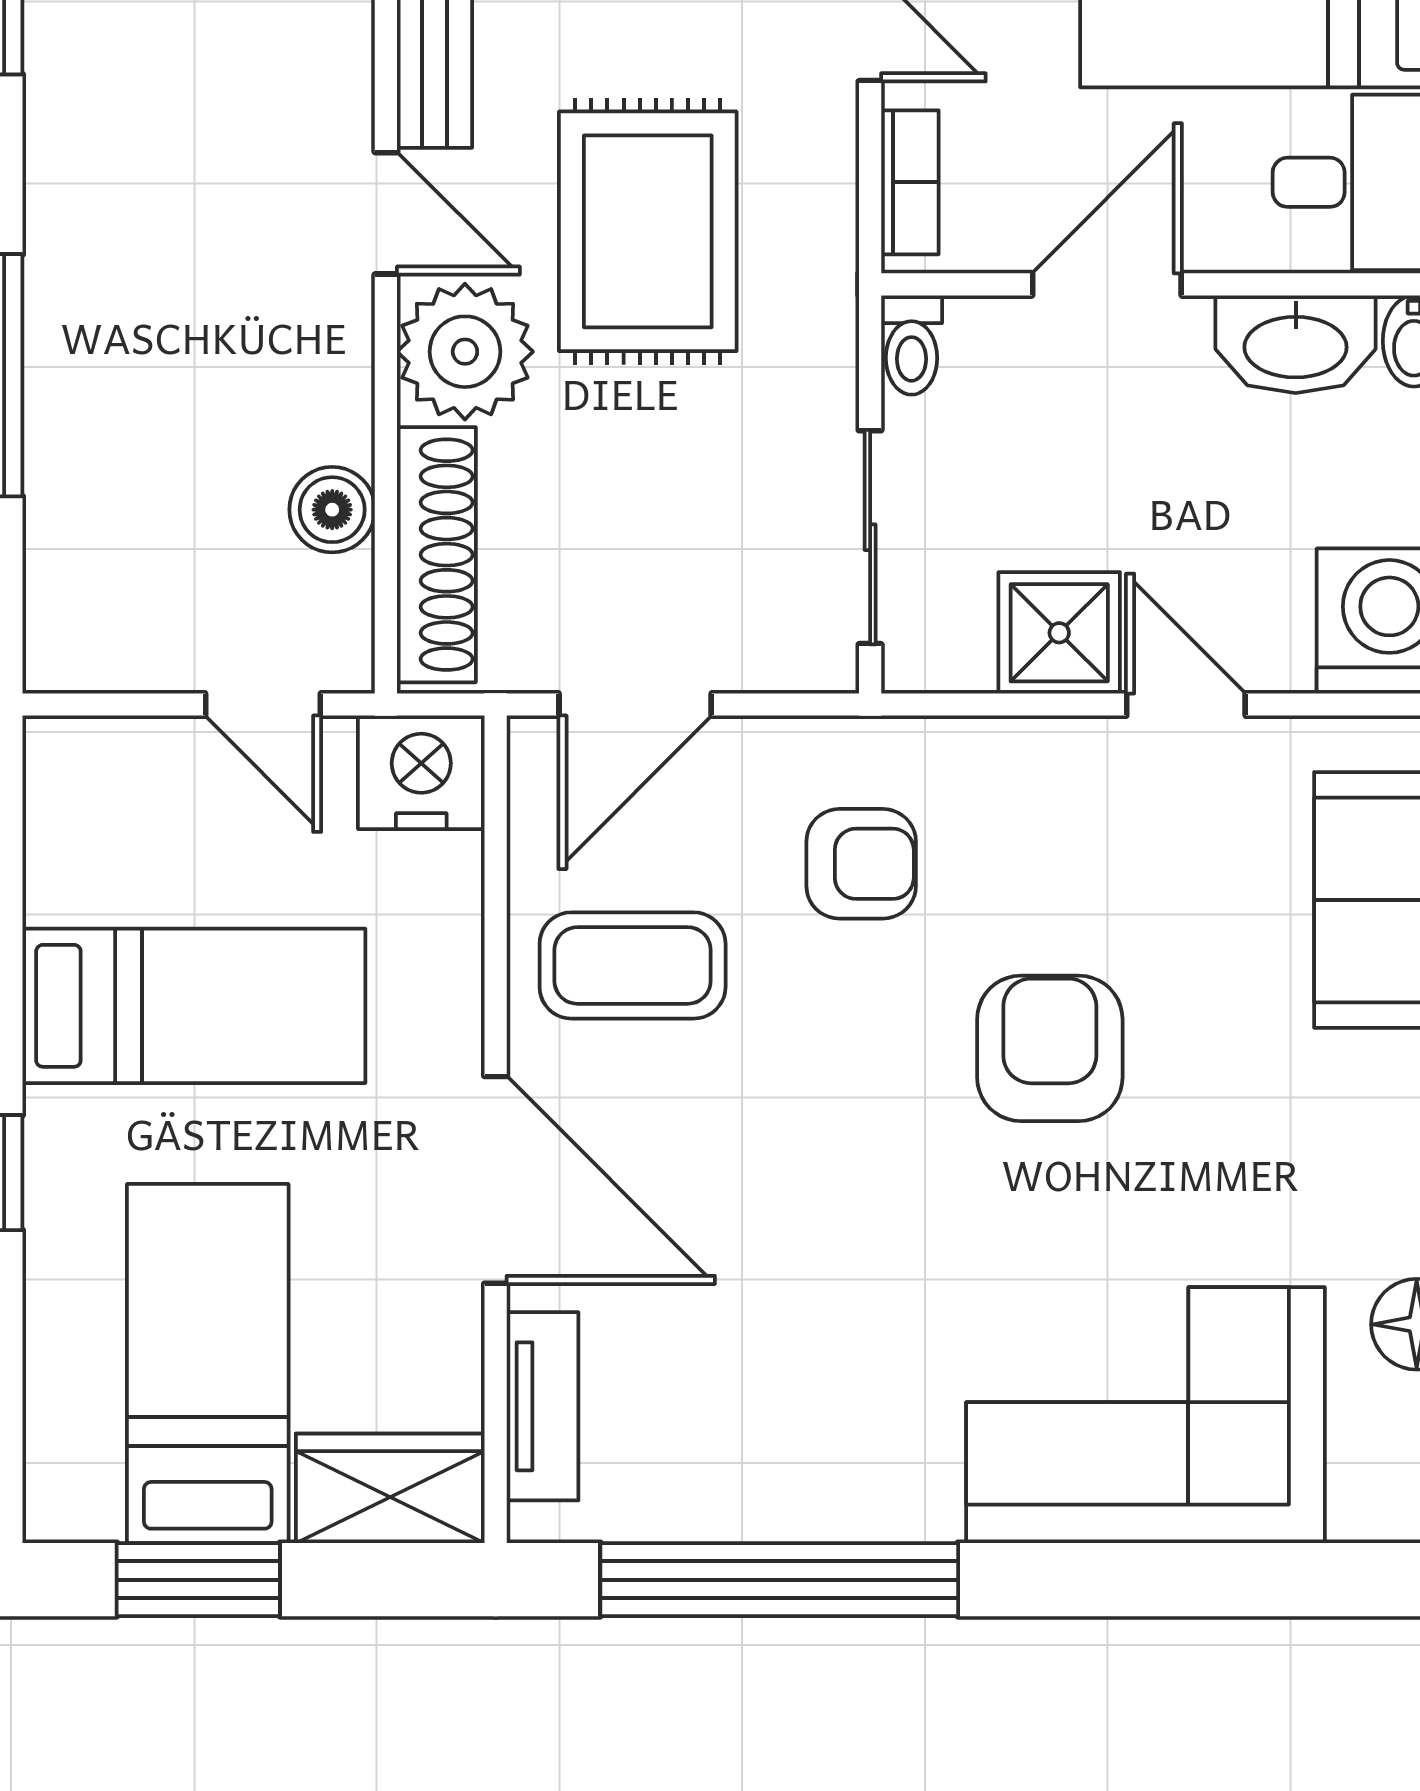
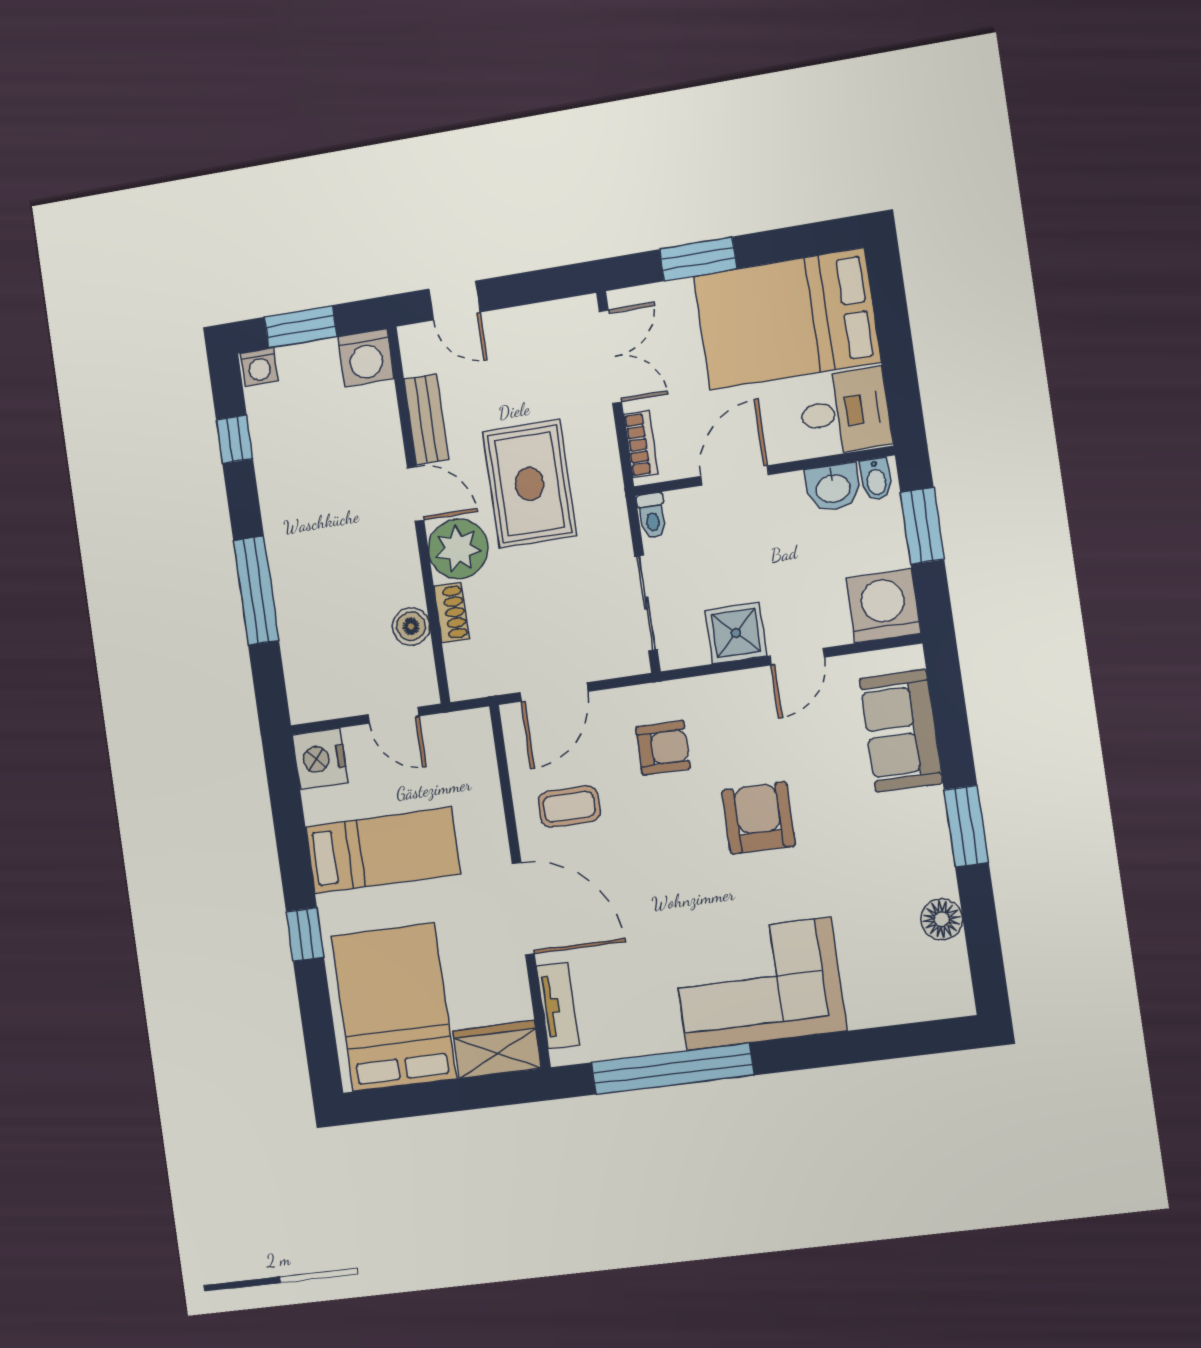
washbasin: (1296, 344) -> (833, 487), width x0.72
shoe rack: (436, 555) -> (451, 613), width x0.51, depth x0.81
door: (1186, 705) -> (797, 657), swing flipped
nightstand: (421, 772) -> (320, 759), moved, turned -90
coffee table: (633, 965) -> (569, 807), width x0.73, depth x0.77
bed: (208, 1363) -> (394, 1007), width x1.50
corner sofa: (1145, 1415) -> (759, 984), moved
window: (198, 1580) -> (420, 1099), removed

